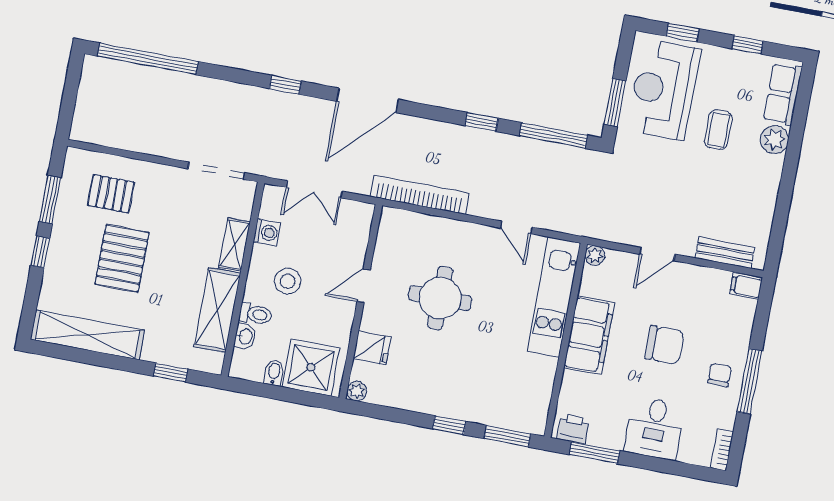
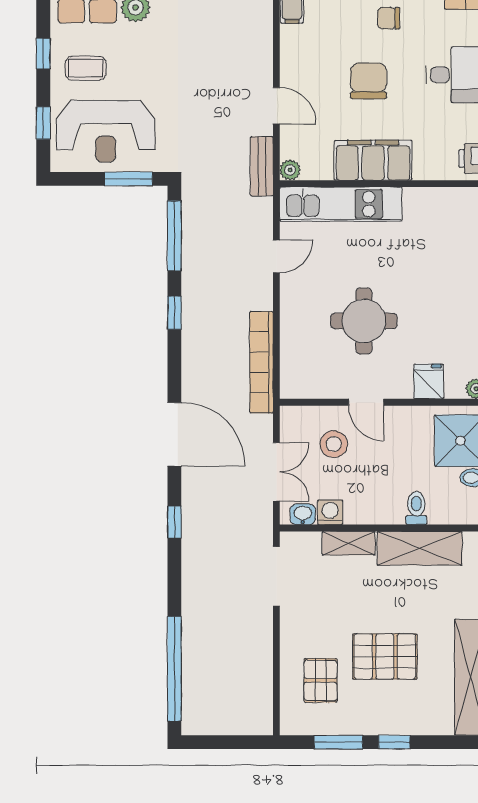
coffee table: (718, 130) -> (86, 68), moved
bench: (725, 253) -> (262, 166), moved
stool: (288, 281) -> (334, 444), moved
washbasin: (245, 336) -> (303, 514), moved

